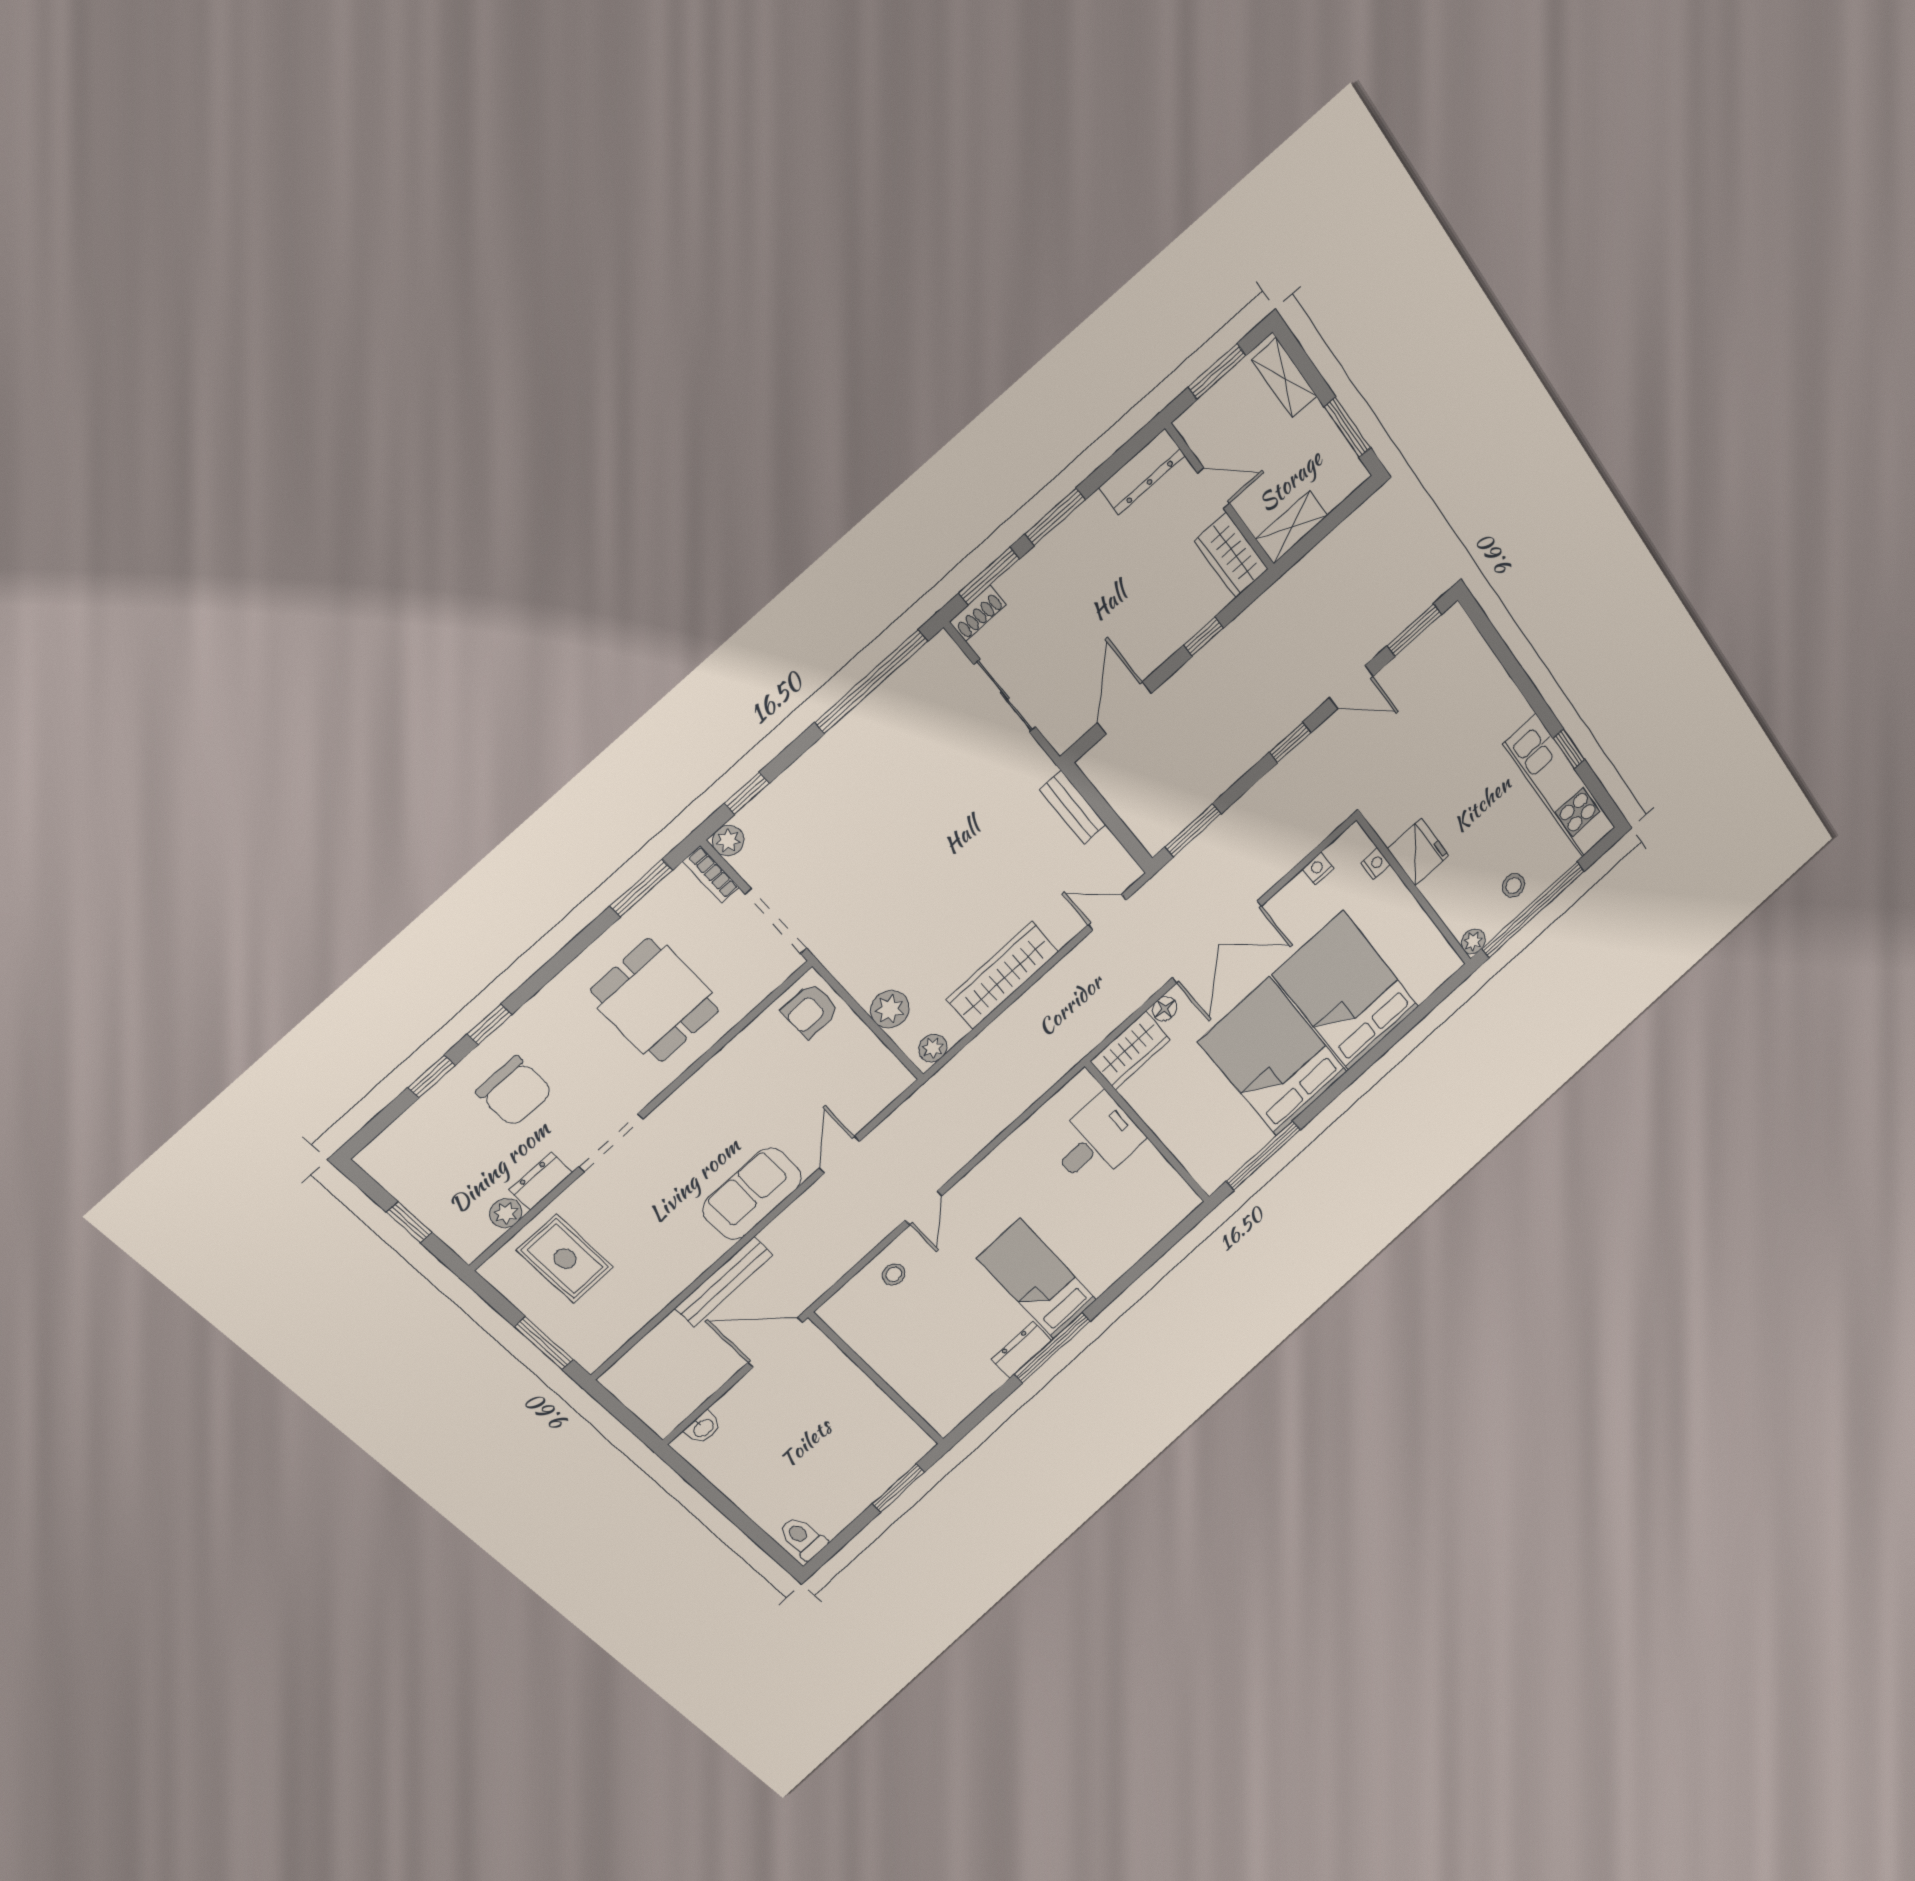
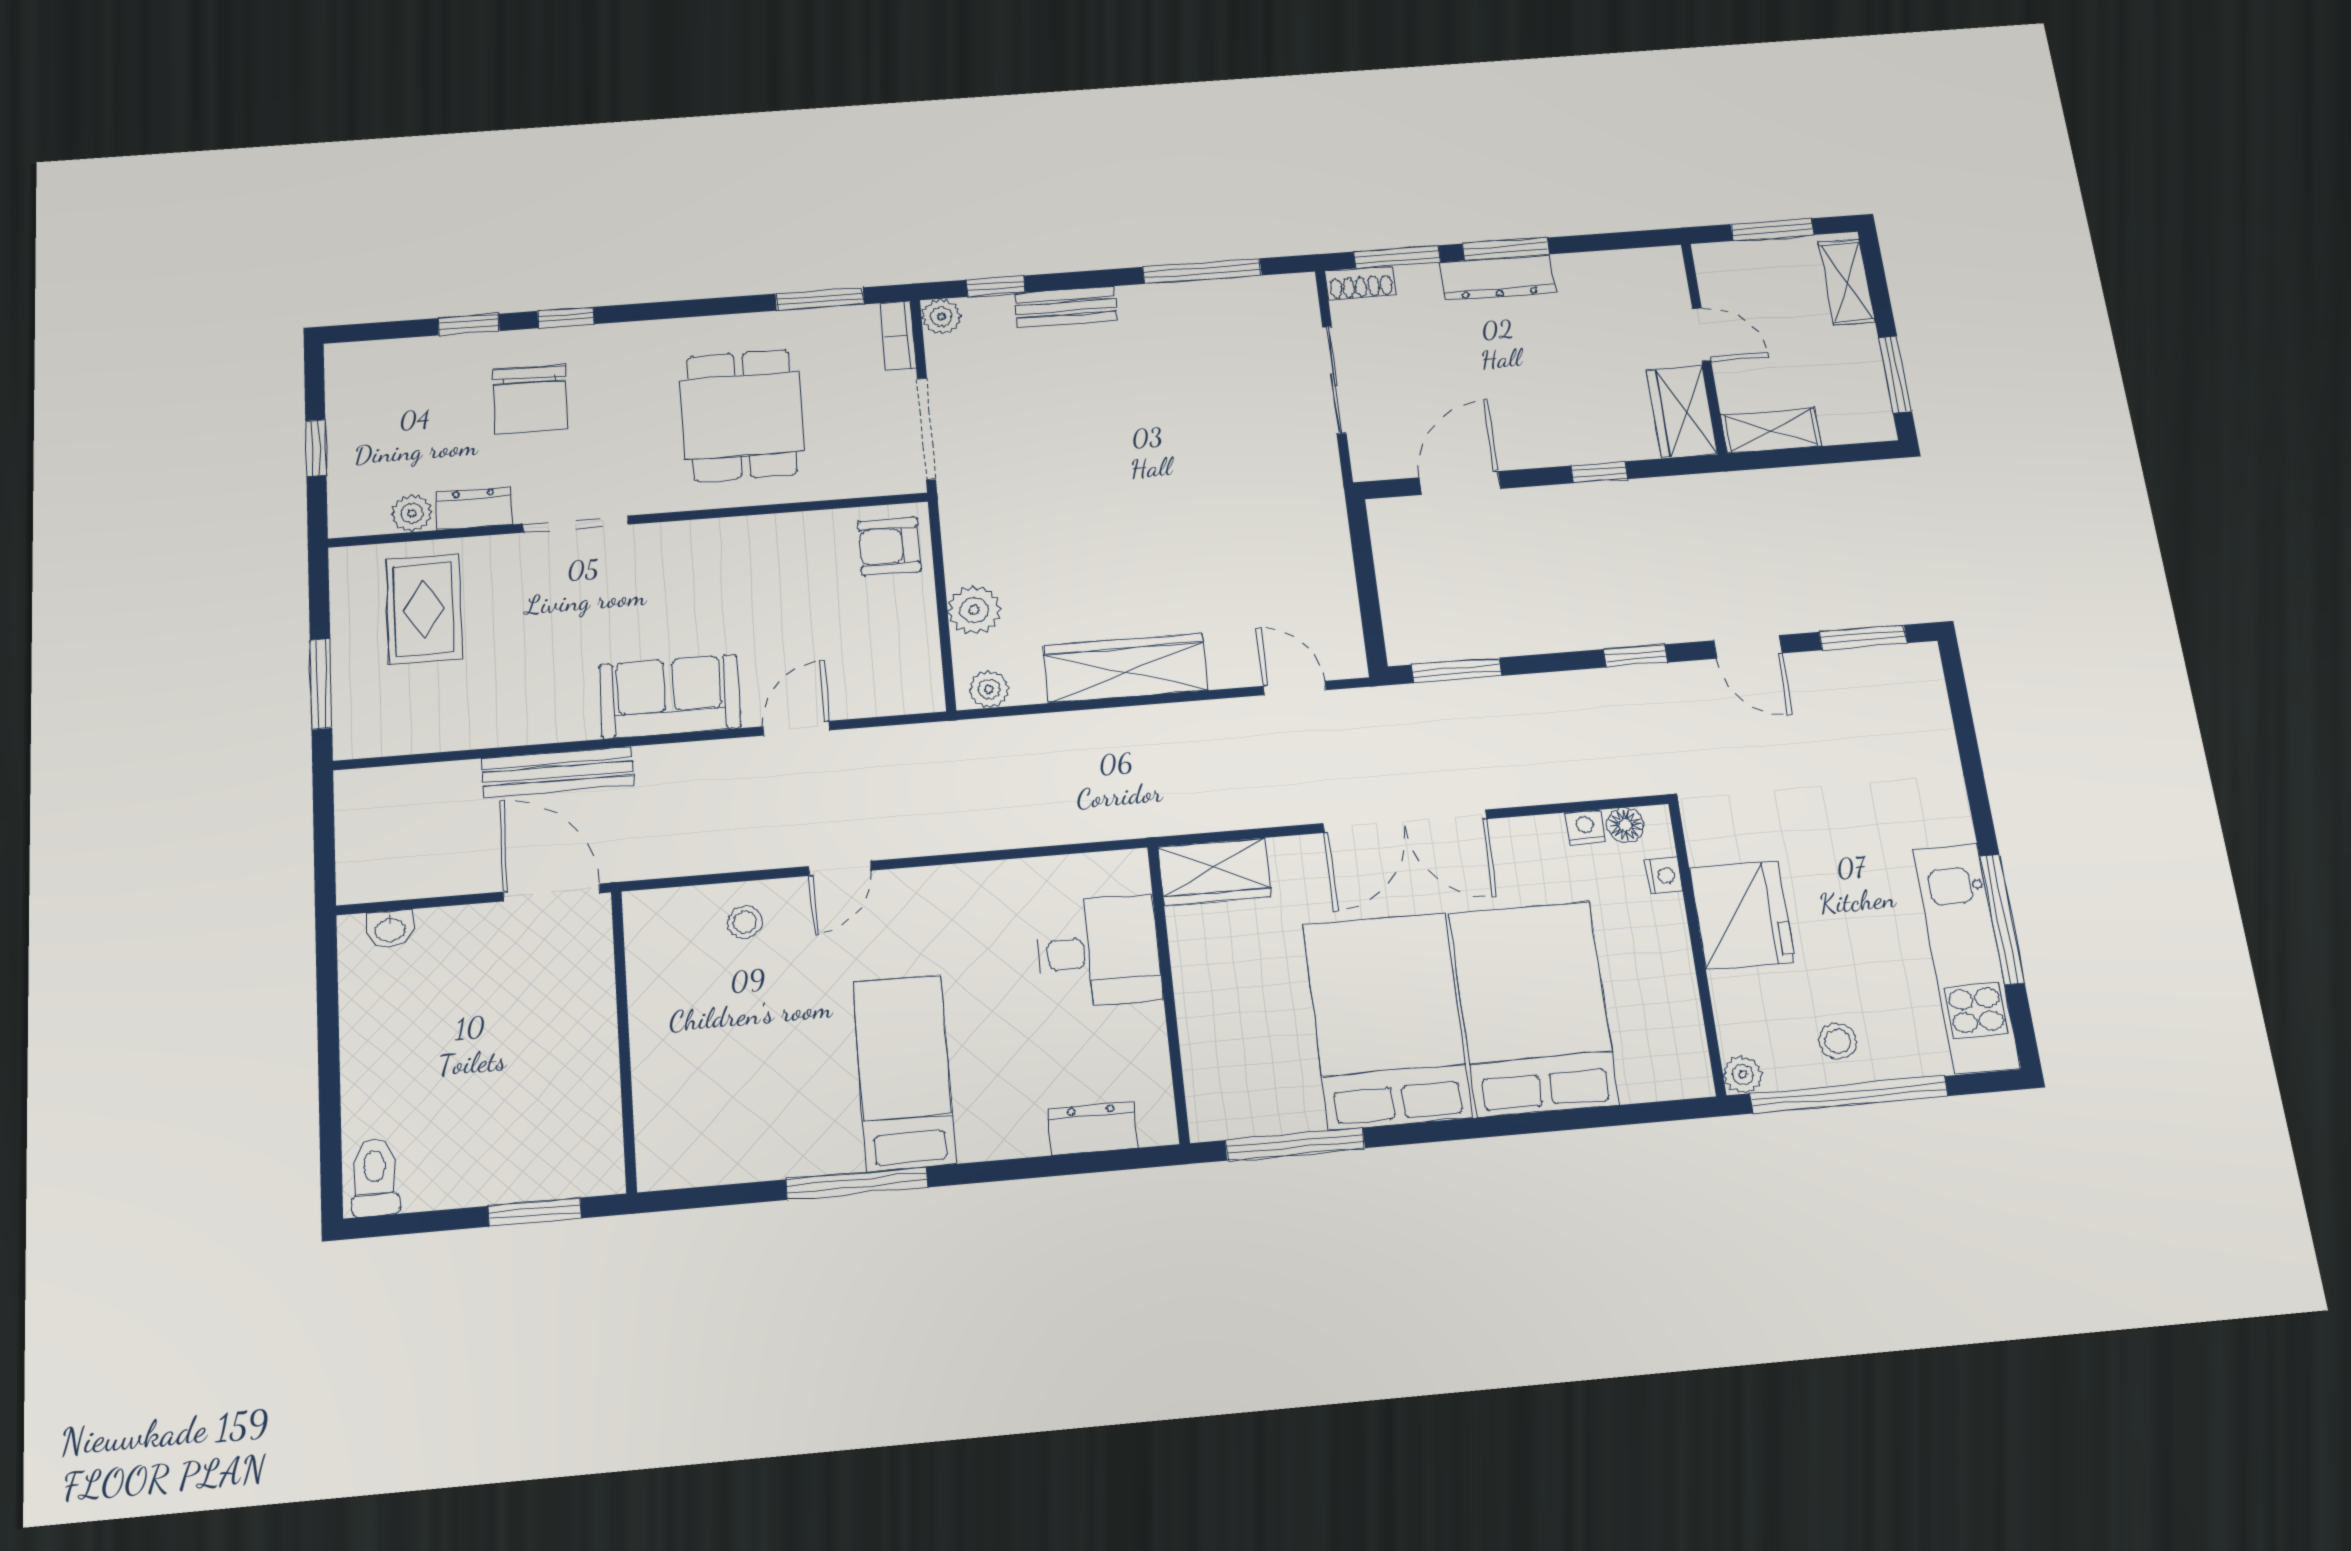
dresser: (1142, 471) -> (1497, 278), moved
window: (871, 682) -> (1202, 271), width x0.68
window: (1569, 749) -> (2002, 919), width x2.17
bench: (1073, 807) -> (1066, 307), moved, turned 90
fridge: (1418, 852) -> (1742, 915), width x1.36, depth x1.34
floor lamp: (1165, 1009) -> (1625, 825), moved
dresser: (1021, 1350) -> (1092, 1128), moved

